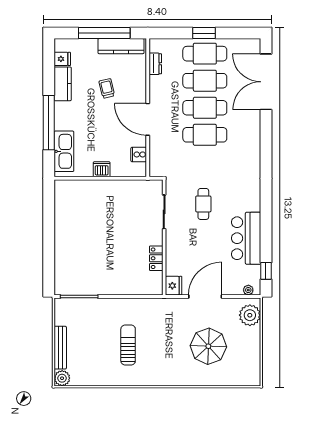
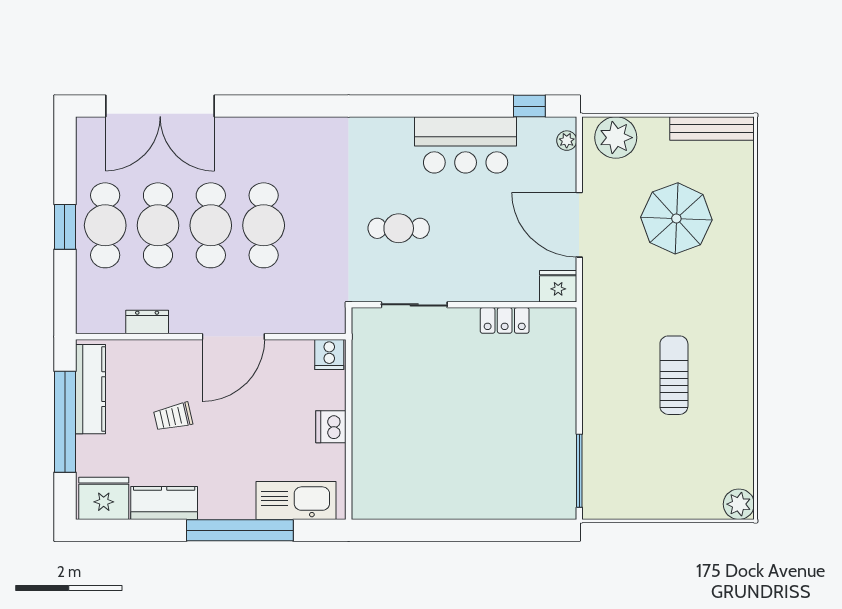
fridge: (62, 59) -> (104, 498), width x1.88, depth x1.34
dresser: (155, 64) -> (147, 322), moved
cooker: (139, 154) -> (329, 354), moved
sun lounger: (128, 345) -> (674, 375), turned 90
bench: (60, 348) -> (712, 128), moved

